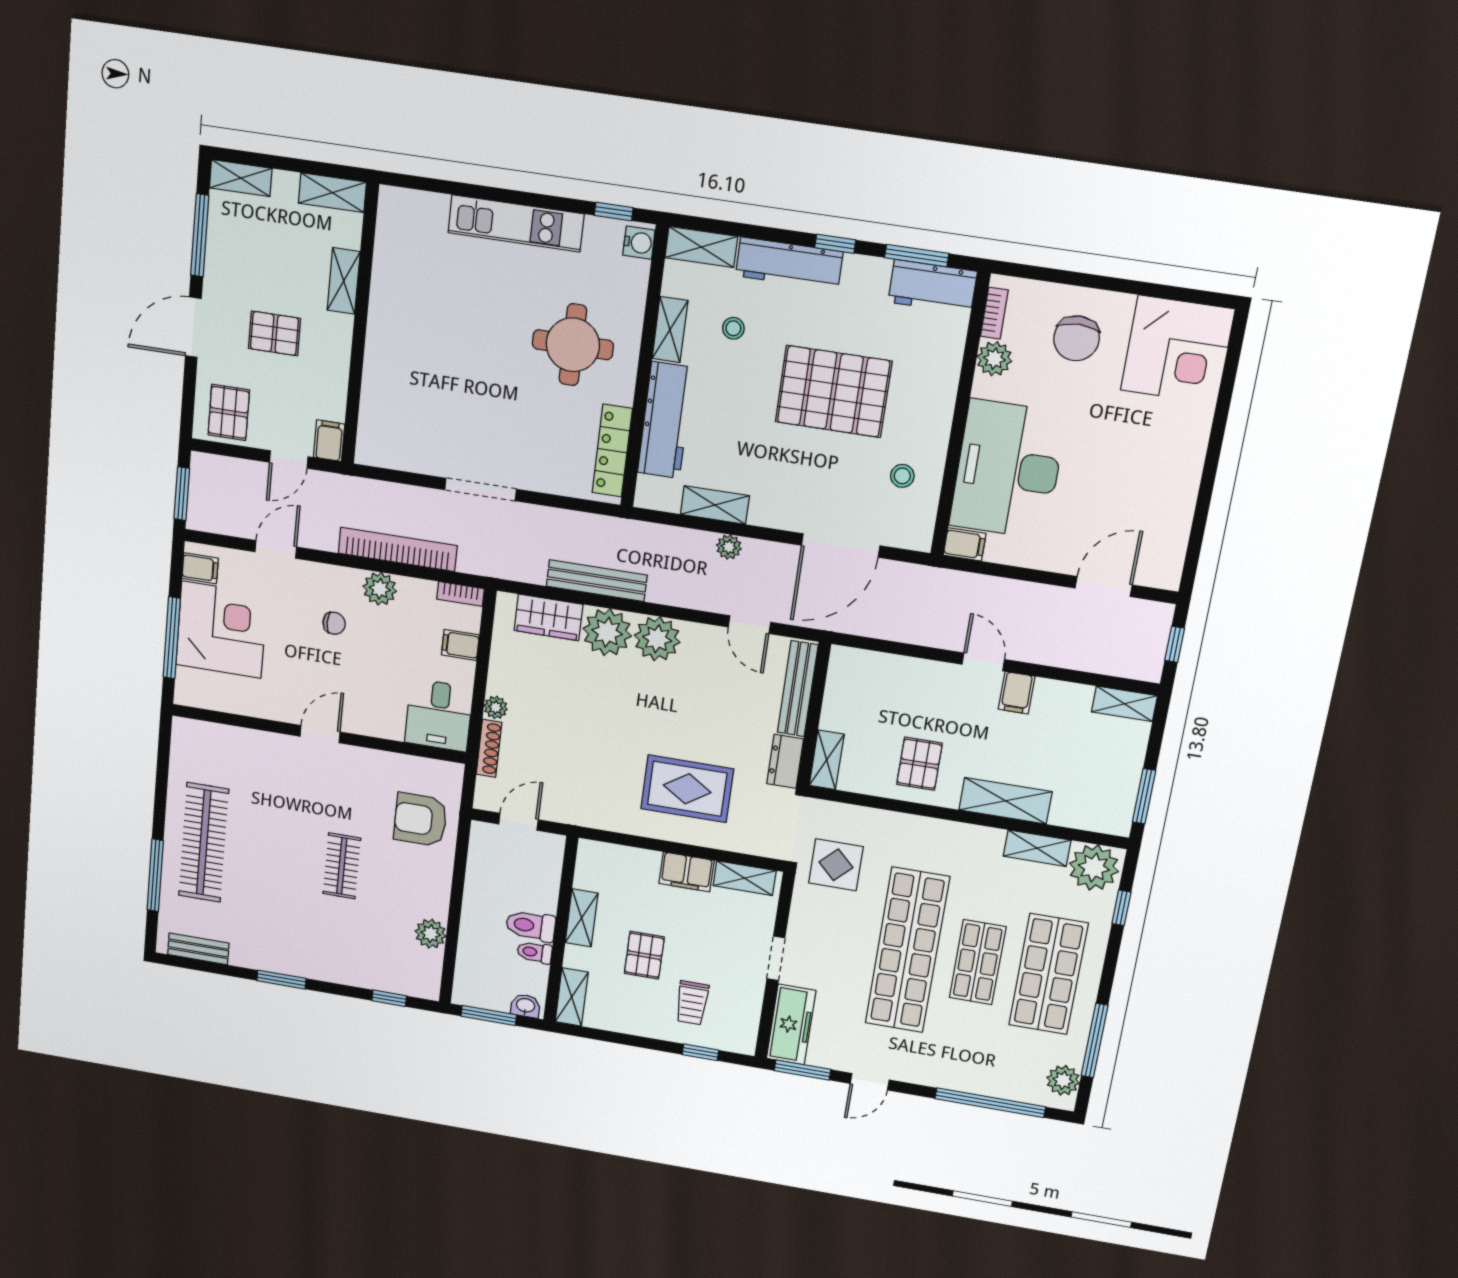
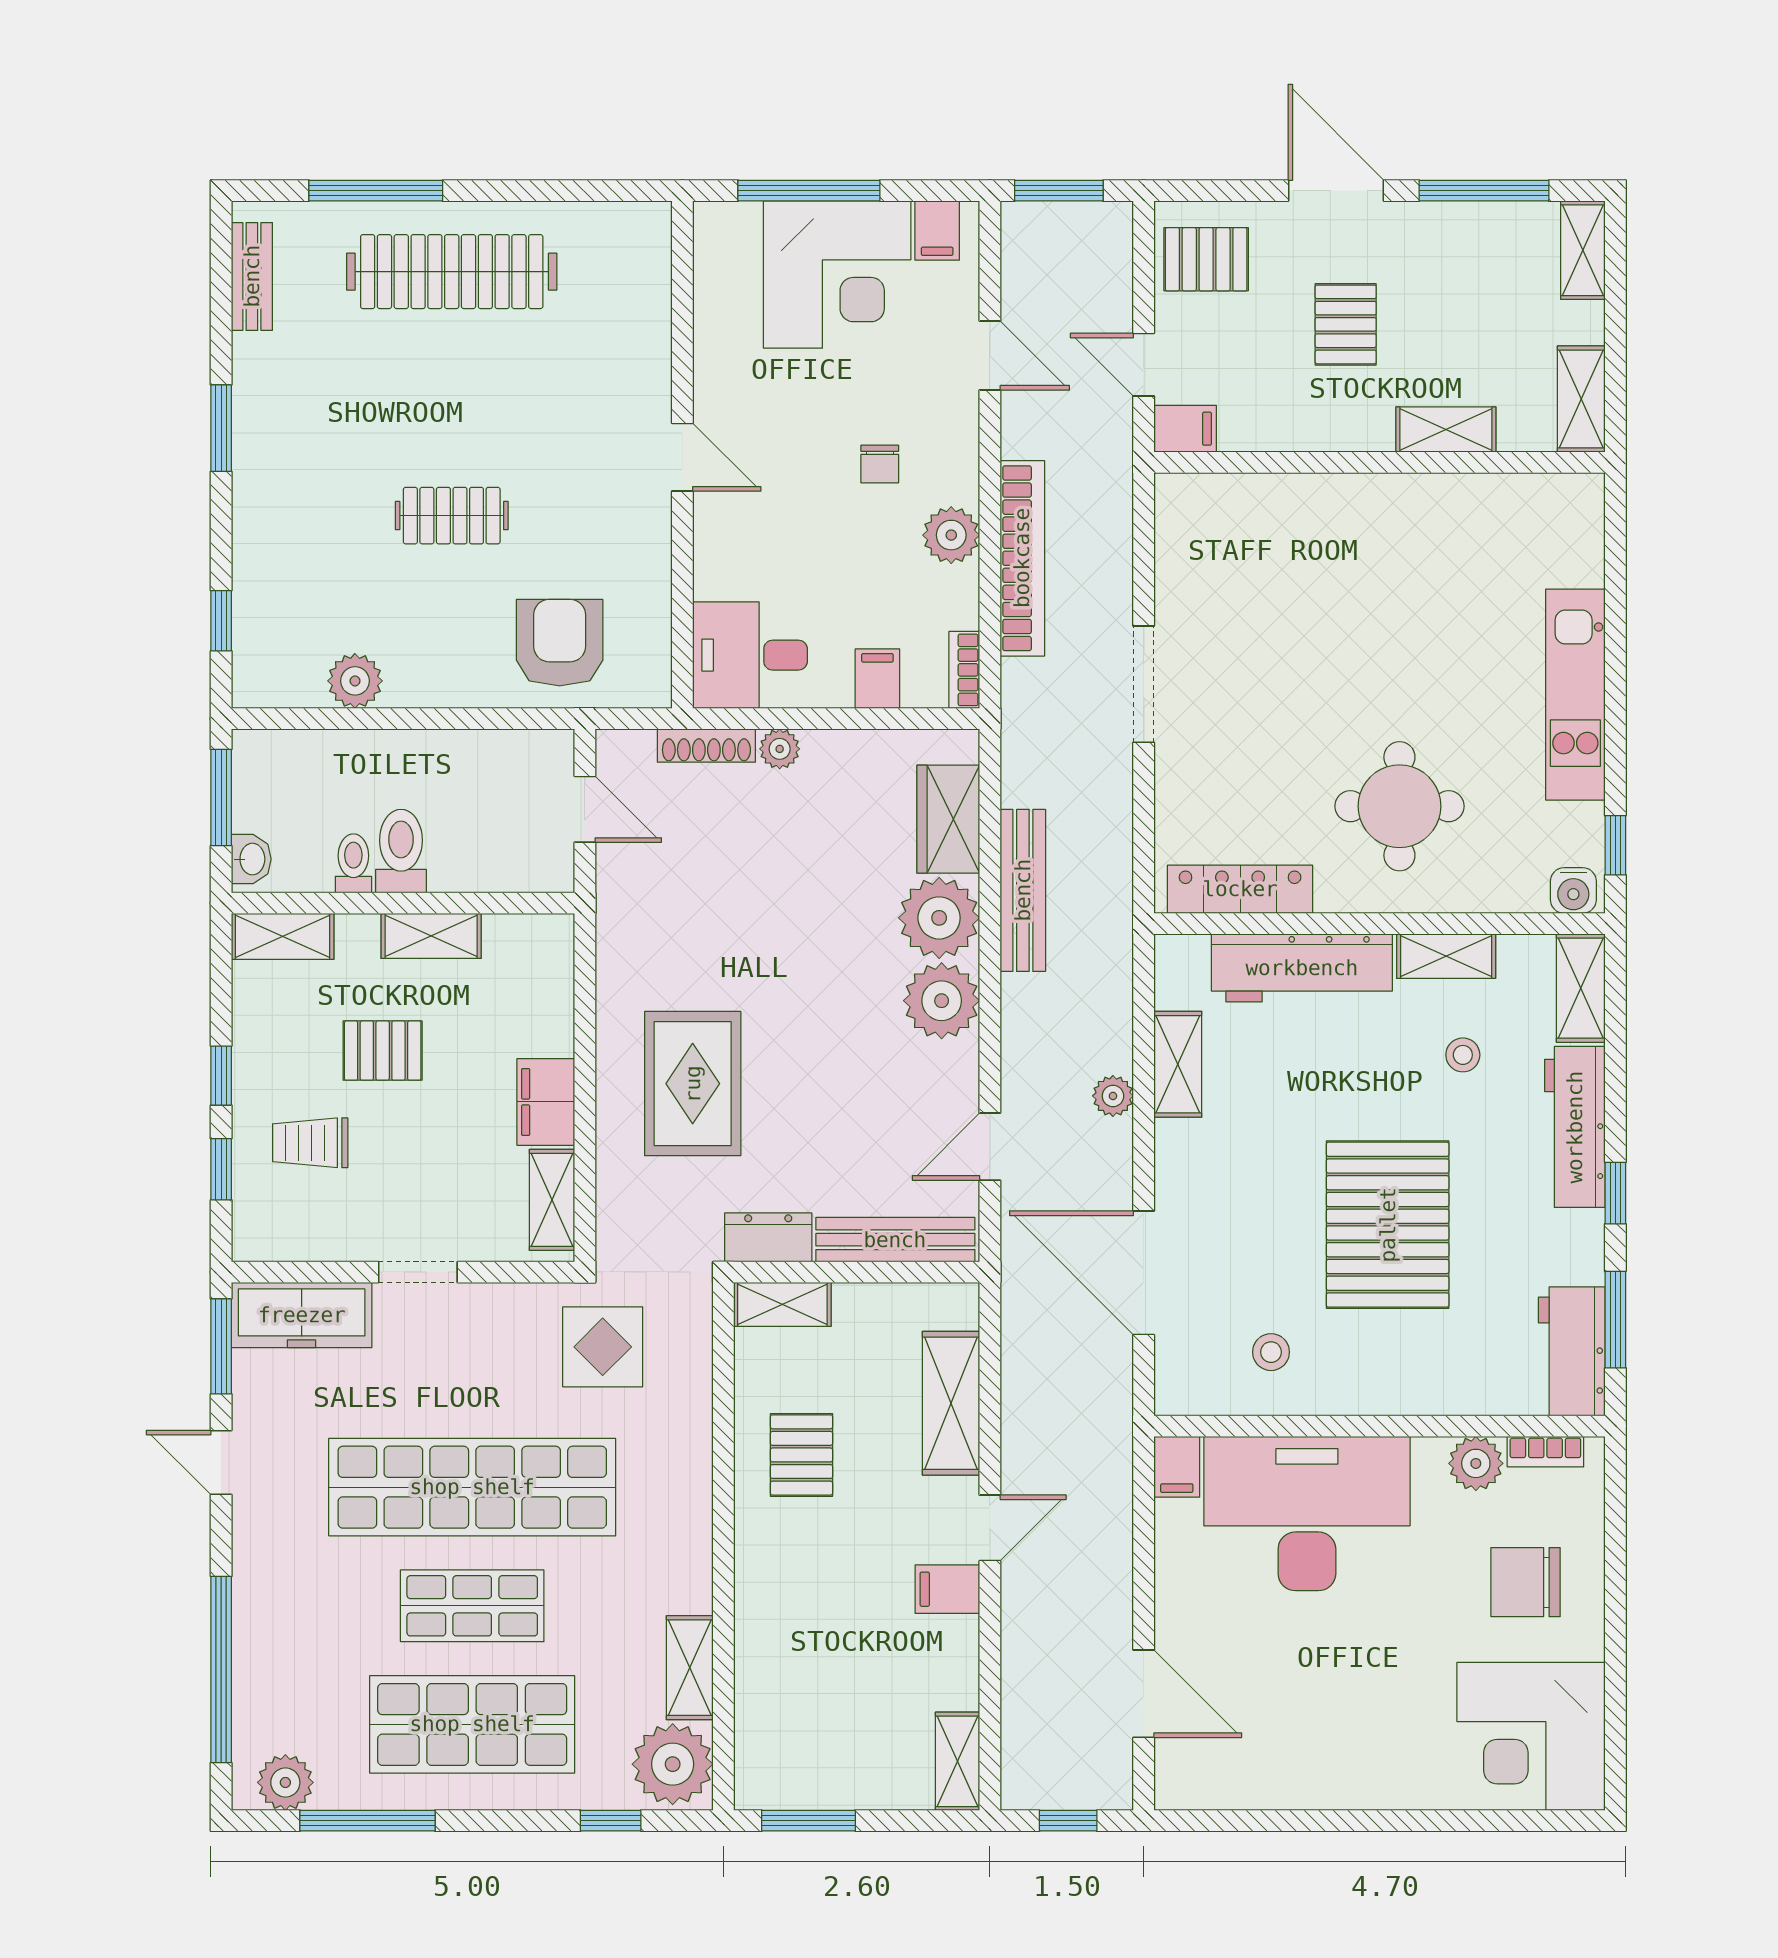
pallet: (919, 764) -> (801, 1455), turned 90
shelving: (1005, 801) -> (951, 1403), moved
window: (647, 1043) -> (221, 1076), added

